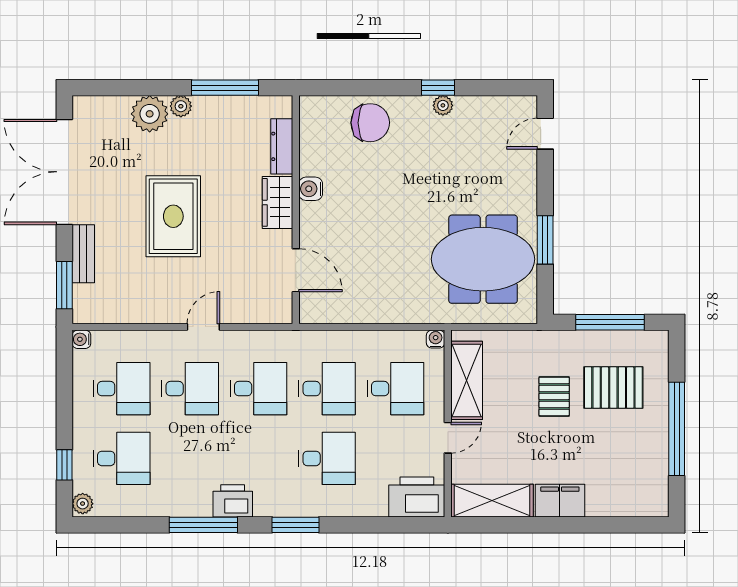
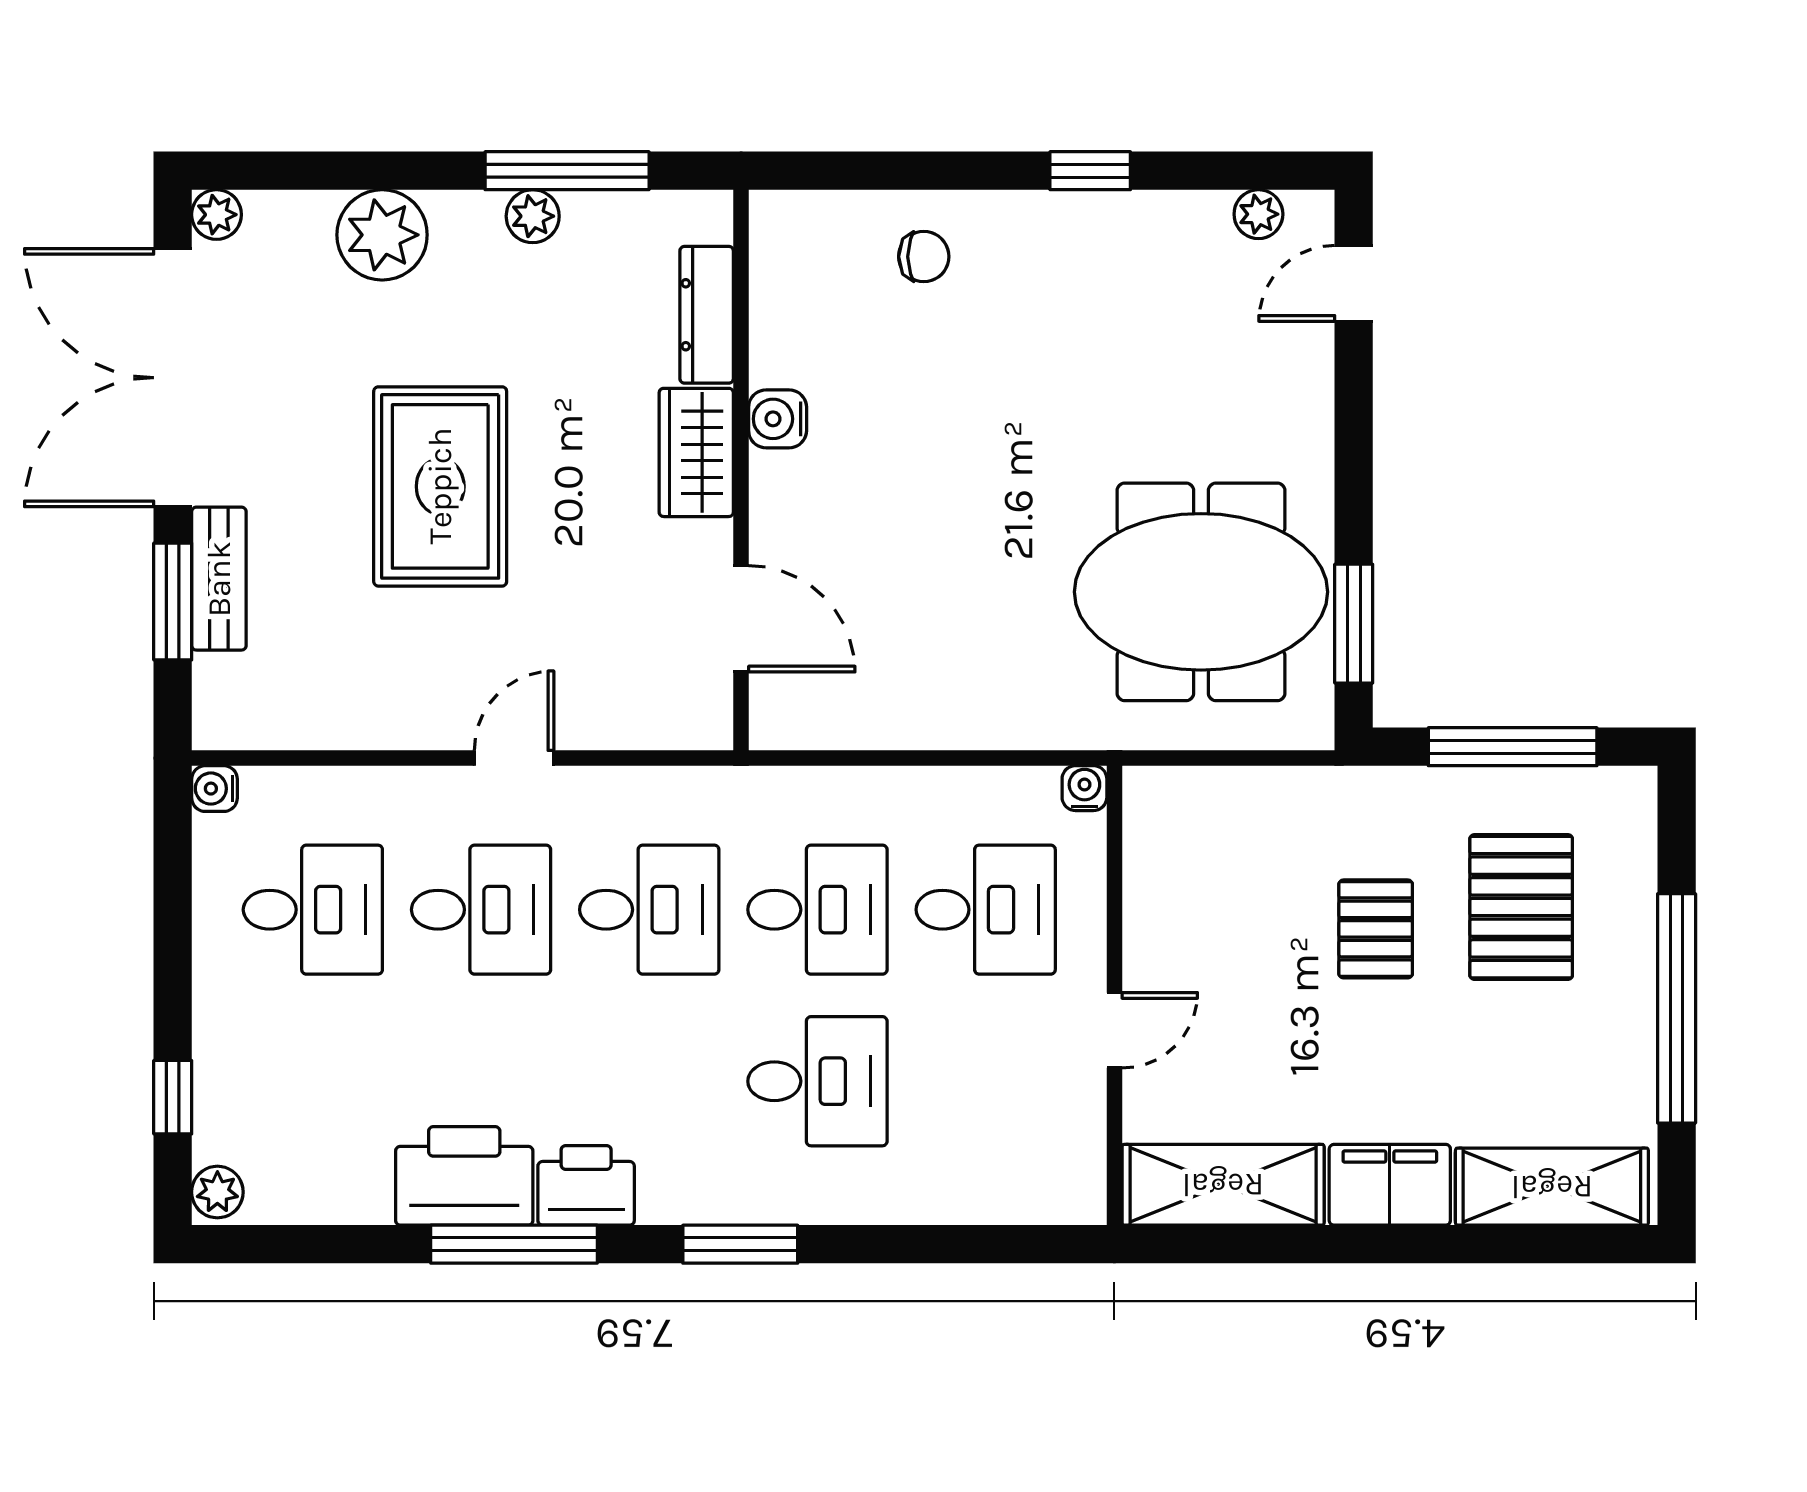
plant: (443, 105) -> (1258, 214), moved
plant: (82, 106) -> (216, 215), added
plant: (181, 106) -> (533, 216), moved
chair: (370, 123) -> (924, 257), width x0.54, depth x0.54
window: (545, 240) -> (1354, 624), moved
window: (64, 285) -> (173, 601), moved
shelving: (467, 380) -> (1552, 1187), moved, turned 90
pallet: (613, 388) -> (1521, 907), turned 90
desk: (121, 458) -> (313, 1081), removed
printer: (417, 497) -> (464, 1176), moved

